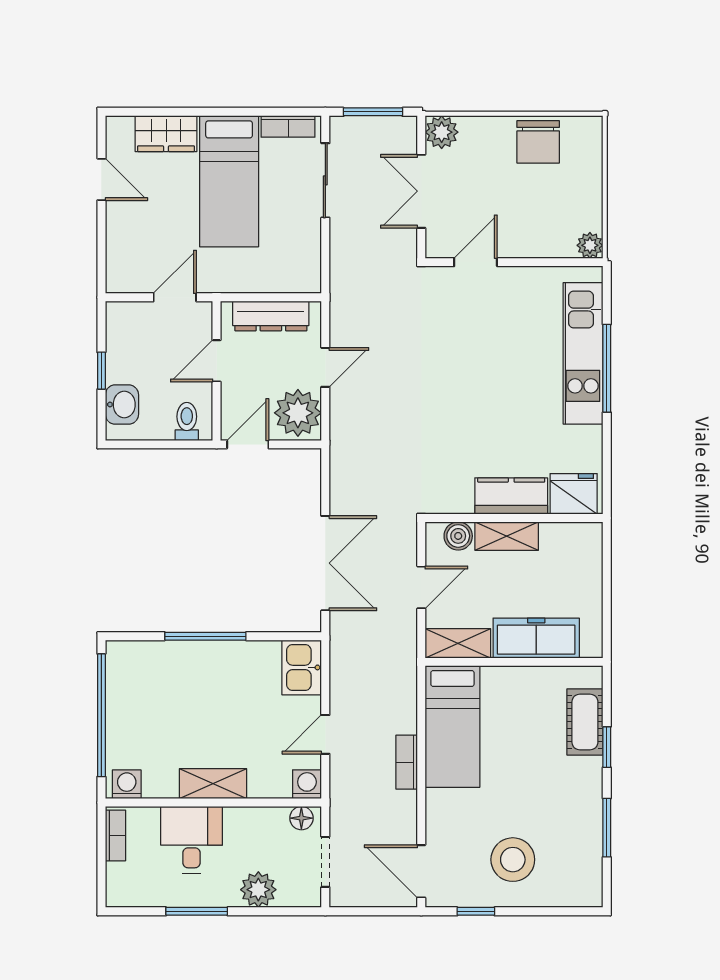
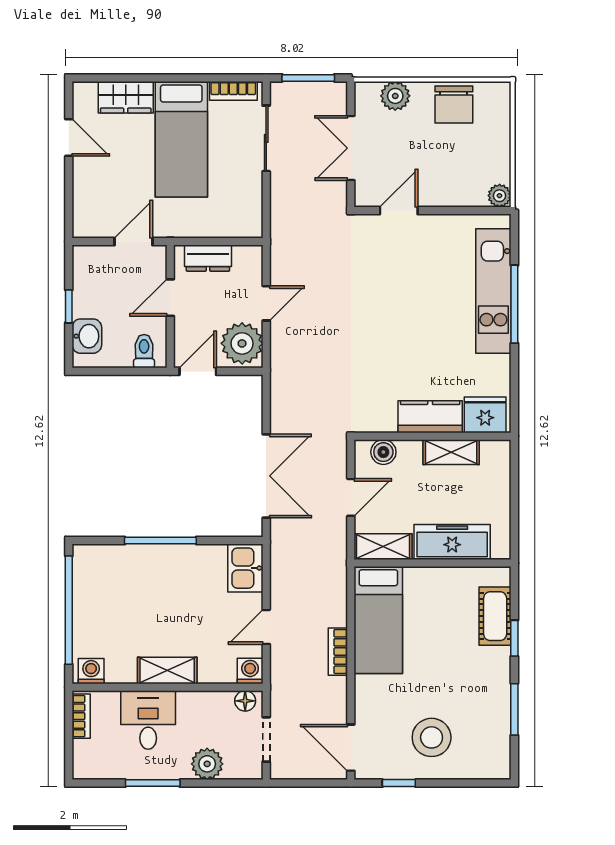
plant: (442, 132) -> (395, 96), moved
dresser: (271, 316) -> (208, 258), width x0.70
shelving: (507, 536) -> (451, 452), moved

